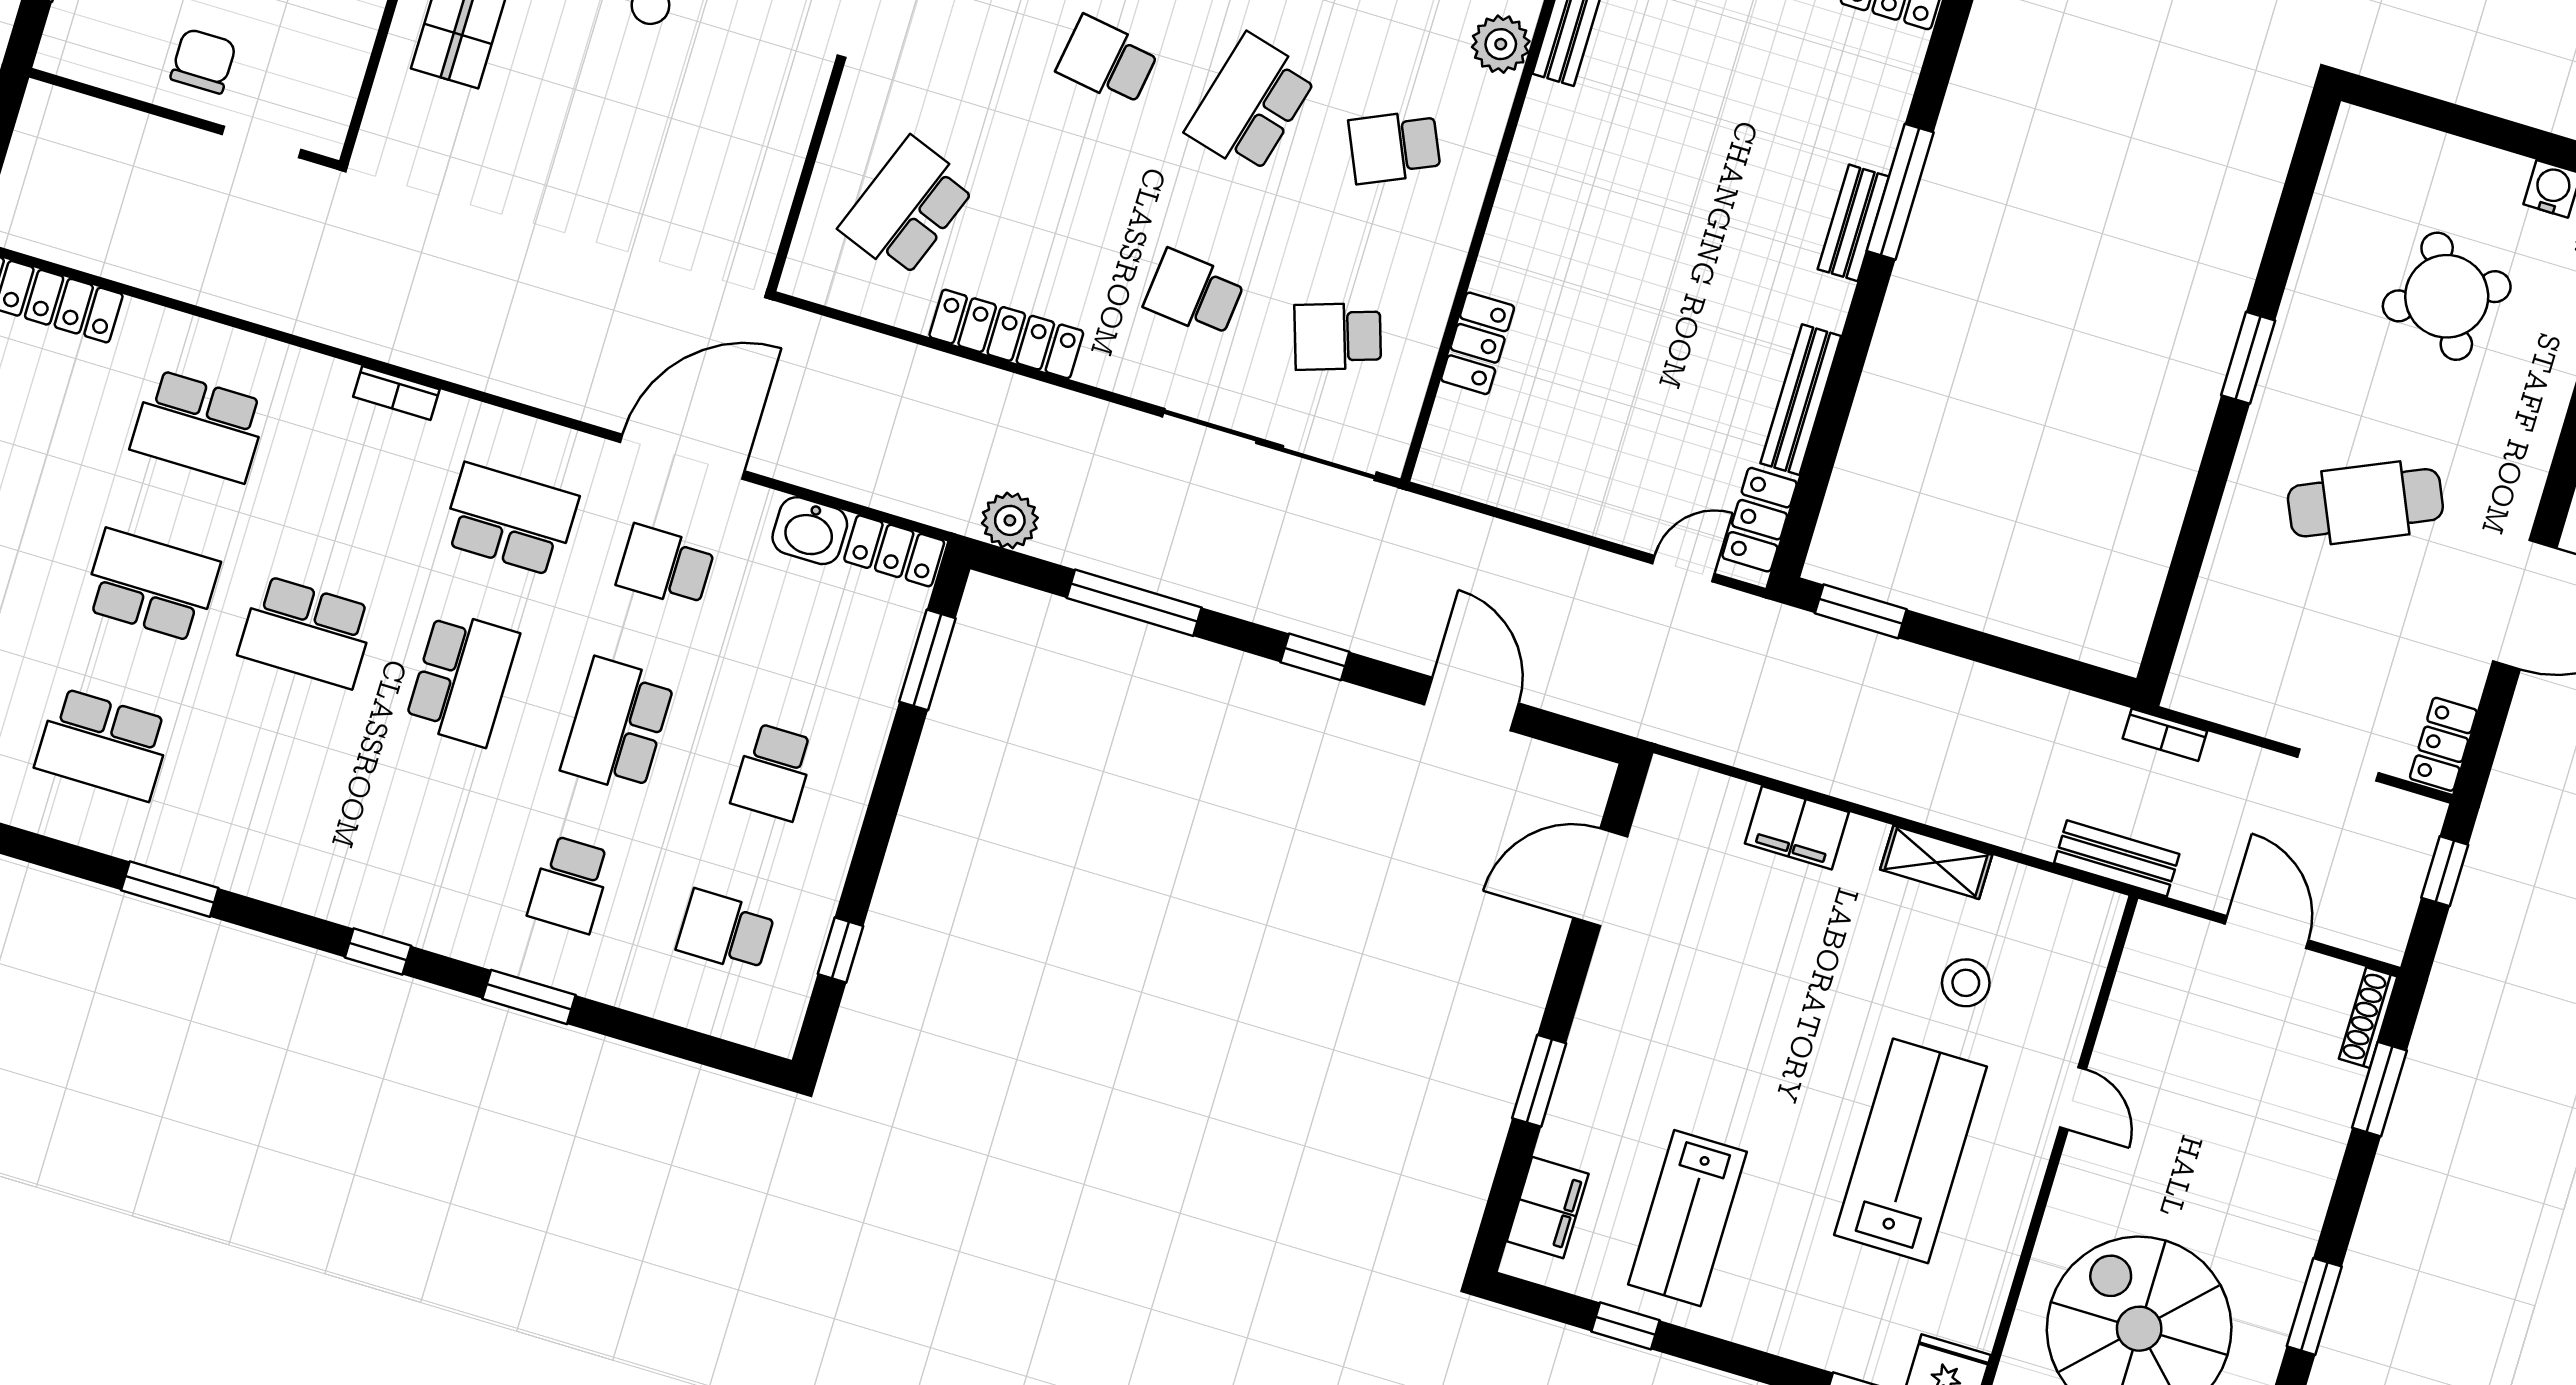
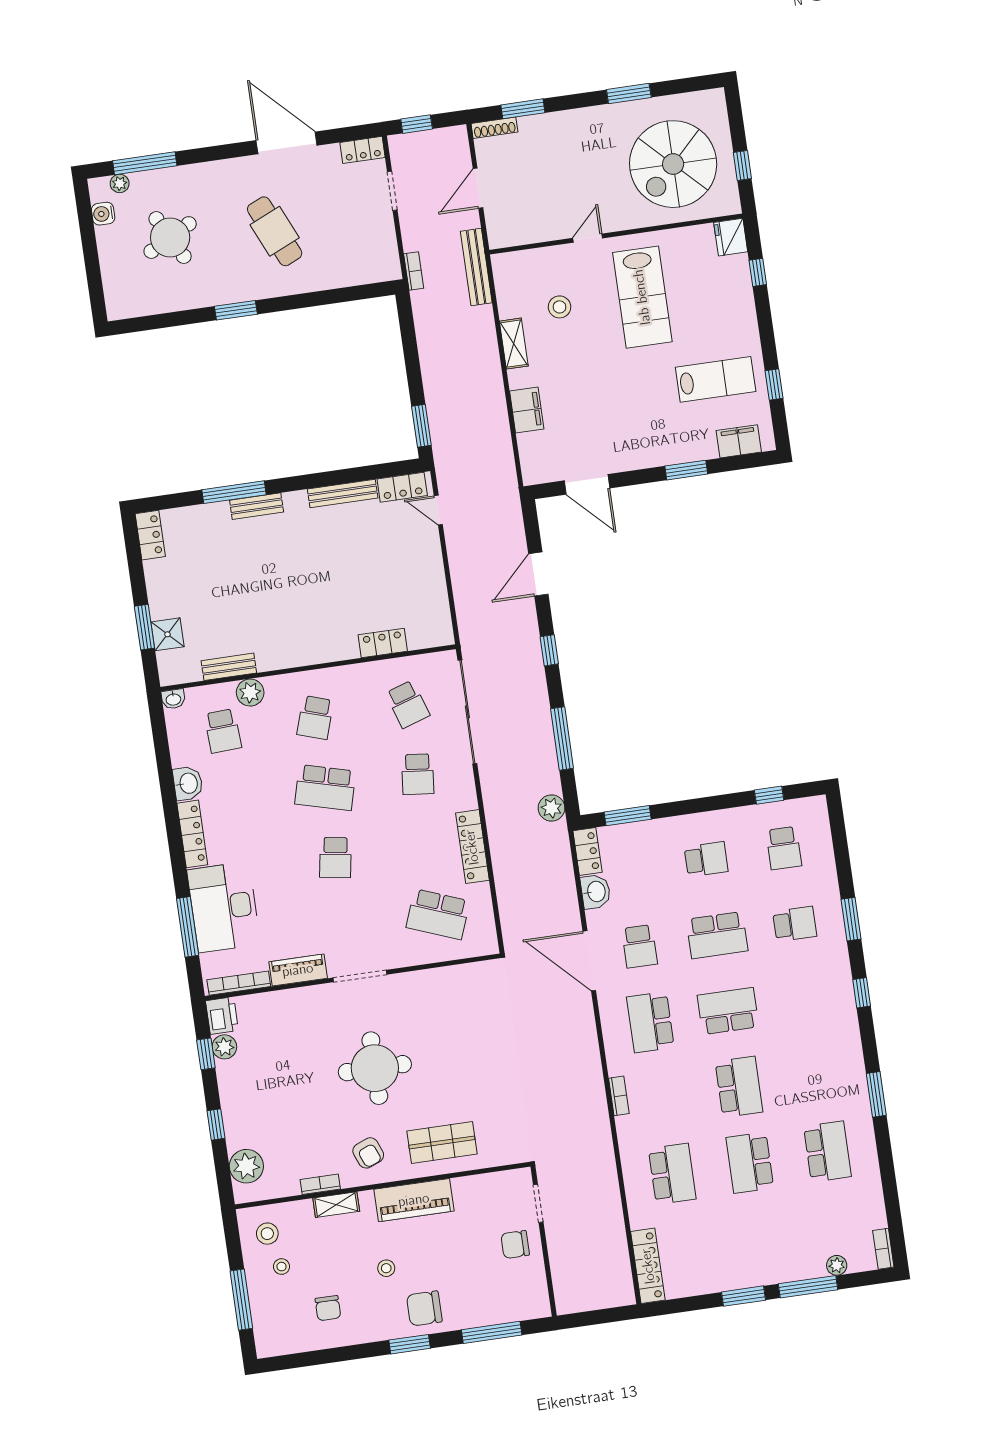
school desk: (1395, 147) -> (315, 718), turned 42
bench: (2117, 858) -> (476, 267), width x1.36
lab bench: (1911, 1151) -> (642, 297), turned -90

